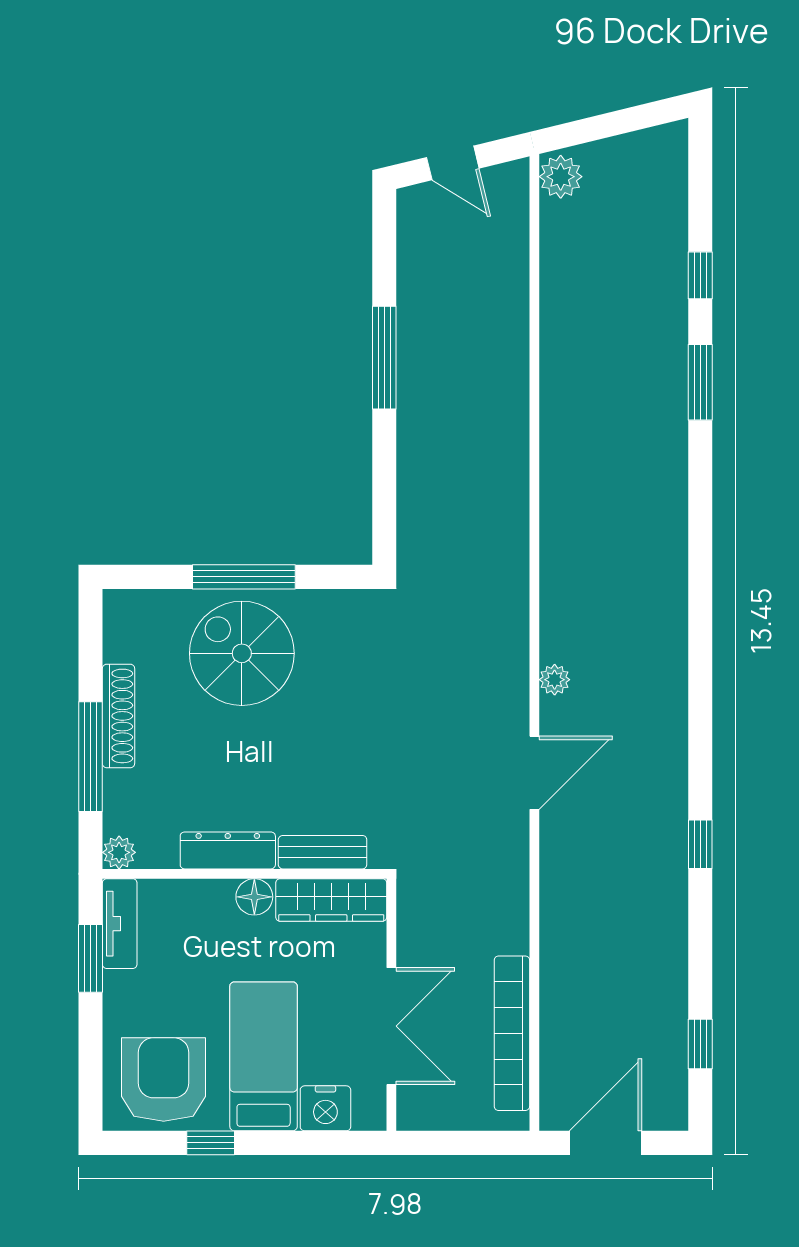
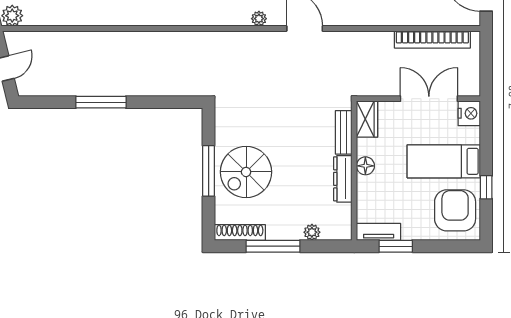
shoe rack: (119, 716) -> (240, 232), moved
window: (91, 757) -> (273, 246), moved
plant: (119, 852) -> (312, 232), moved
wardrobe: (331, 900) -> (367, 119), width x0.67
armchair: (164, 1080) -> (455, 210), turned 90
nightstand: (325, 1108) -> (469, 113), moved

